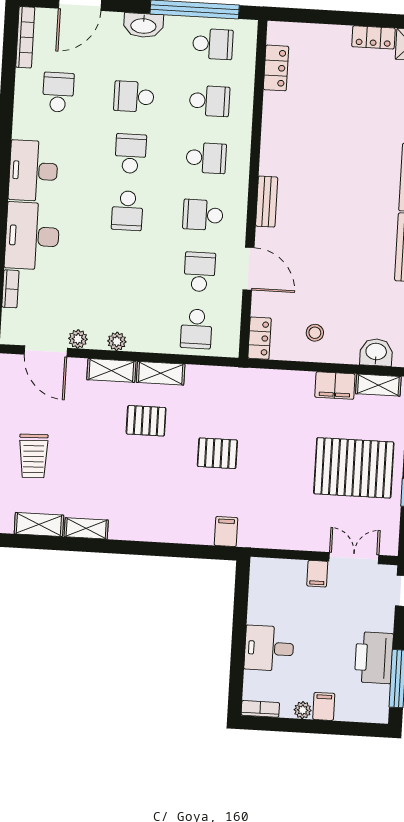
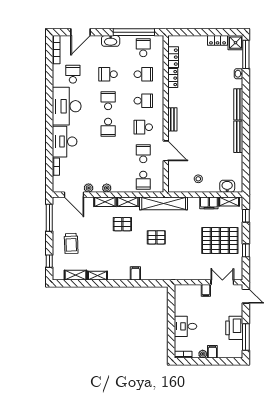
school desk: (213, 44) -> (143, 48), turned -90
desk: (33, 171) -> (67, 106), width x1.36, depth x1.30
locker: (260, 338) -> (173, 78), moved
shelving: (237, 381) -> (164, 203), added
filing cabinet: (226, 532) -> (135, 273), moved

